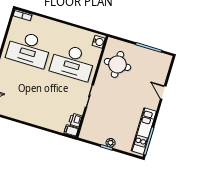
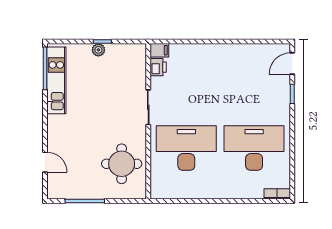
water cooler: (99, 42) -> (158, 188), removed
door: (163, 92) -> (45, 162), moved

